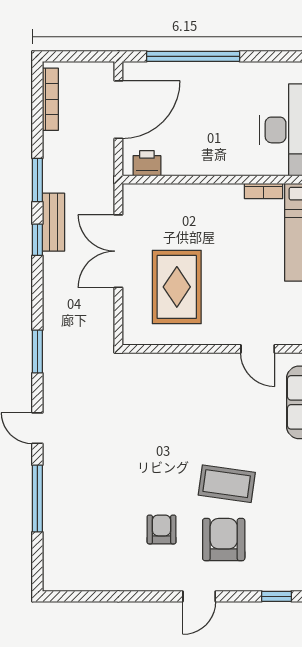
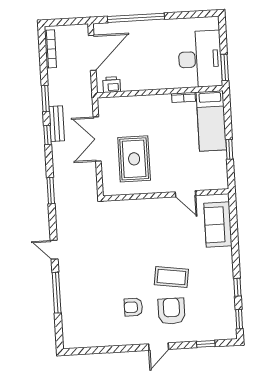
window: (37, 351) -> (51, 191), moved
armchair: (162, 529) -> (133, 307), turned -90

